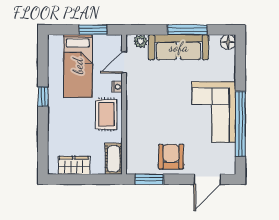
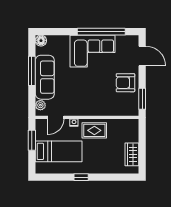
door: (124, 62) -> (56, 117), hinge flipped
cot: (114, 159) -> (127, 125), removed

